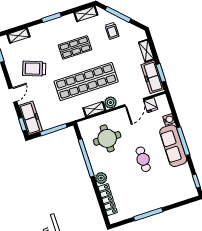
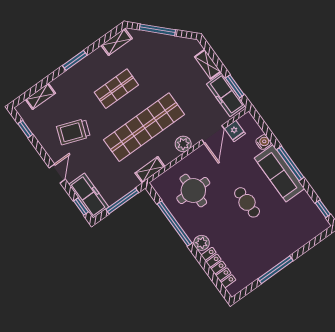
trolley: (112, 31) -> (156, 53), removed
shelving: (94, 109) -> (150, 170), moved

